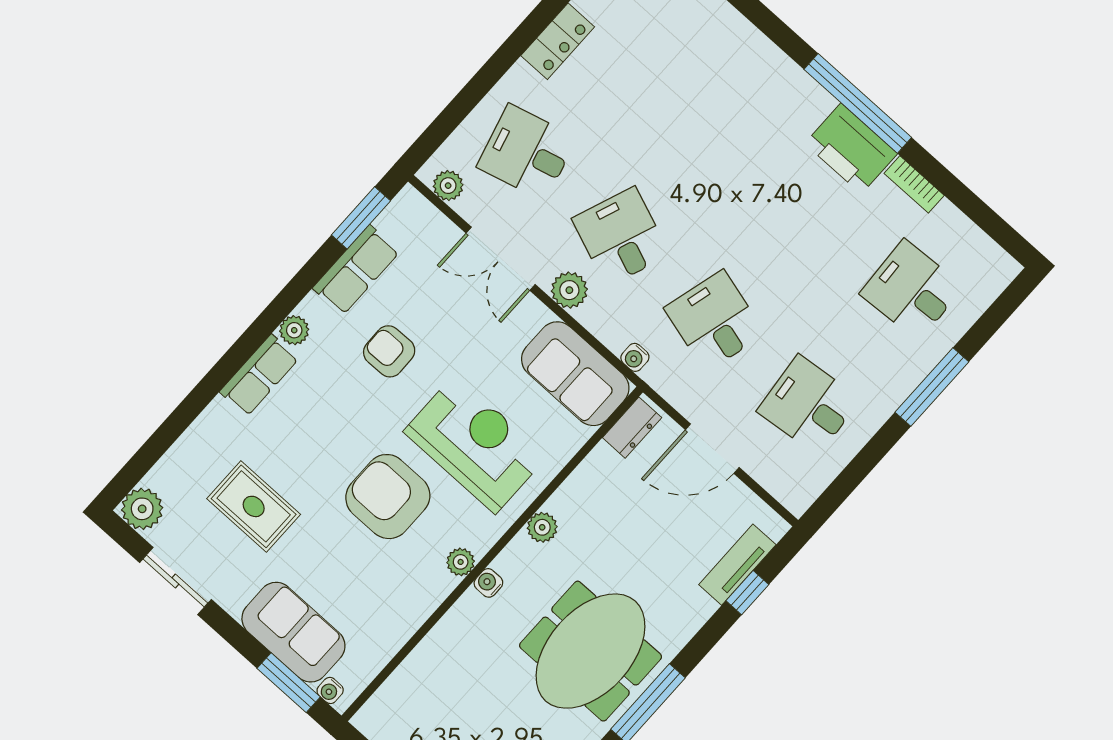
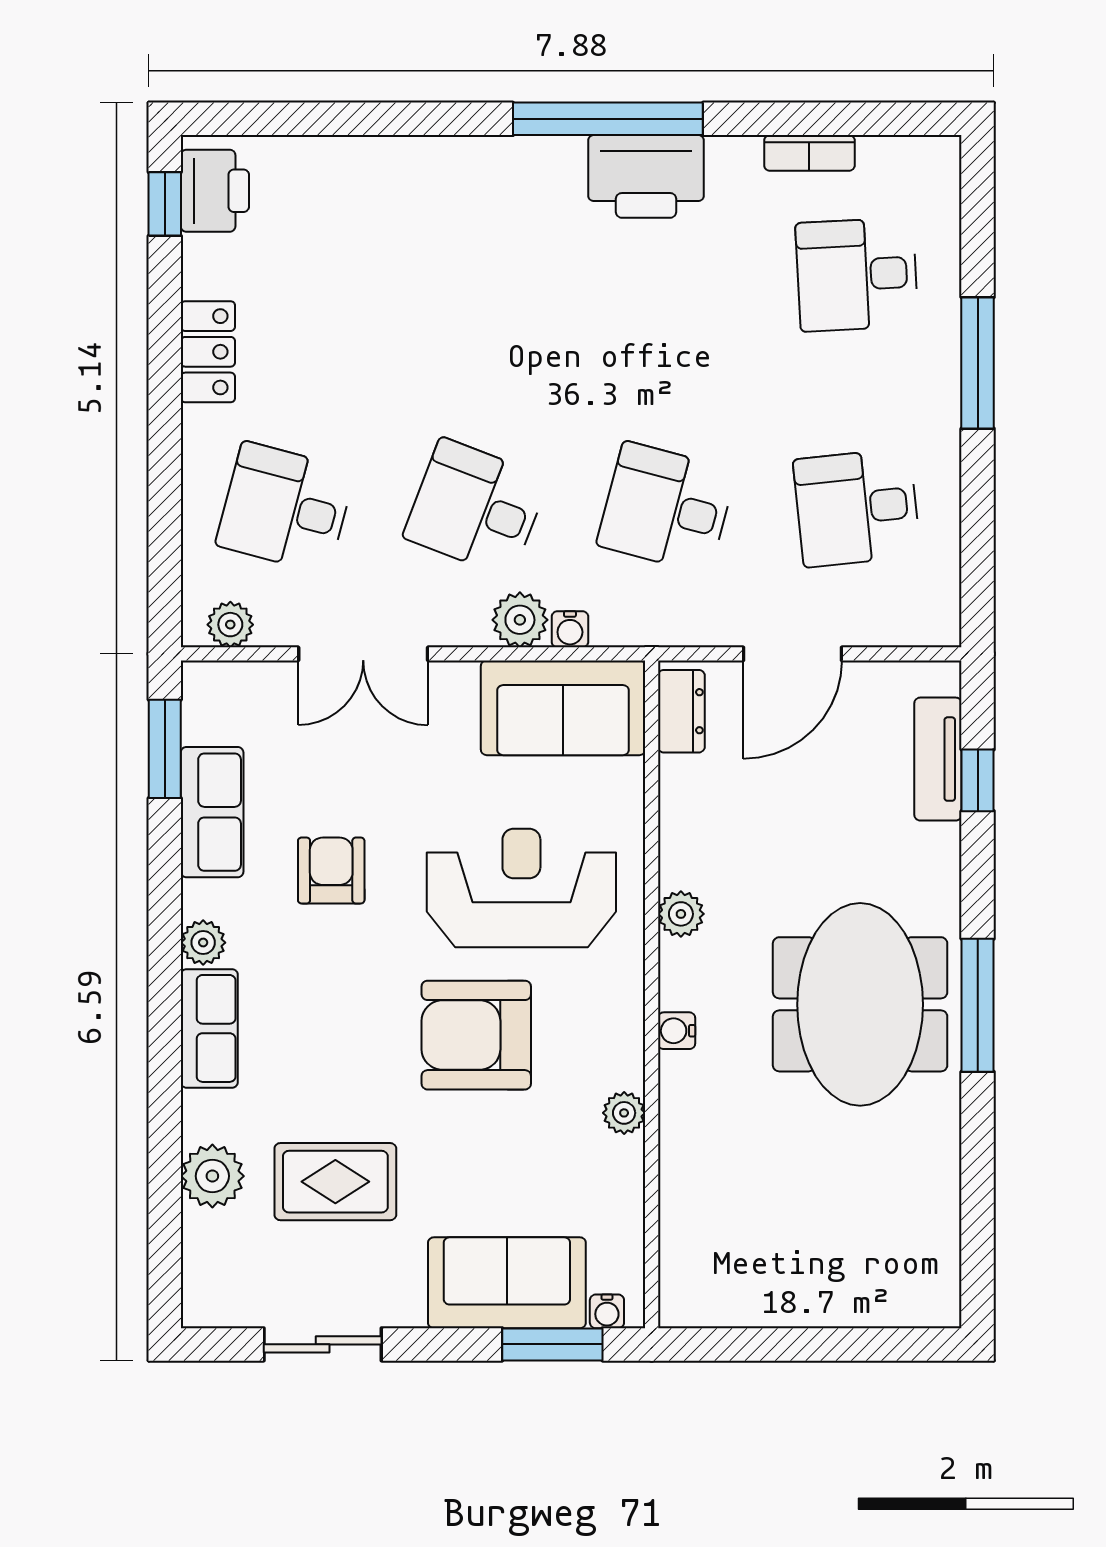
desk: (527, 152) -> (285, 508), turned 30
bookcase: (914, 184) -> (809, 153), moved
plant: (569, 290) -> (520, 620), moved
armchair: (389, 351) -> (331, 871), turned 91
water cooler: (635, 357) -> (570, 629), moved
plant: (142, 509) -> (212, 1176), moved
plant: (461, 562) -> (624, 1113), moved

